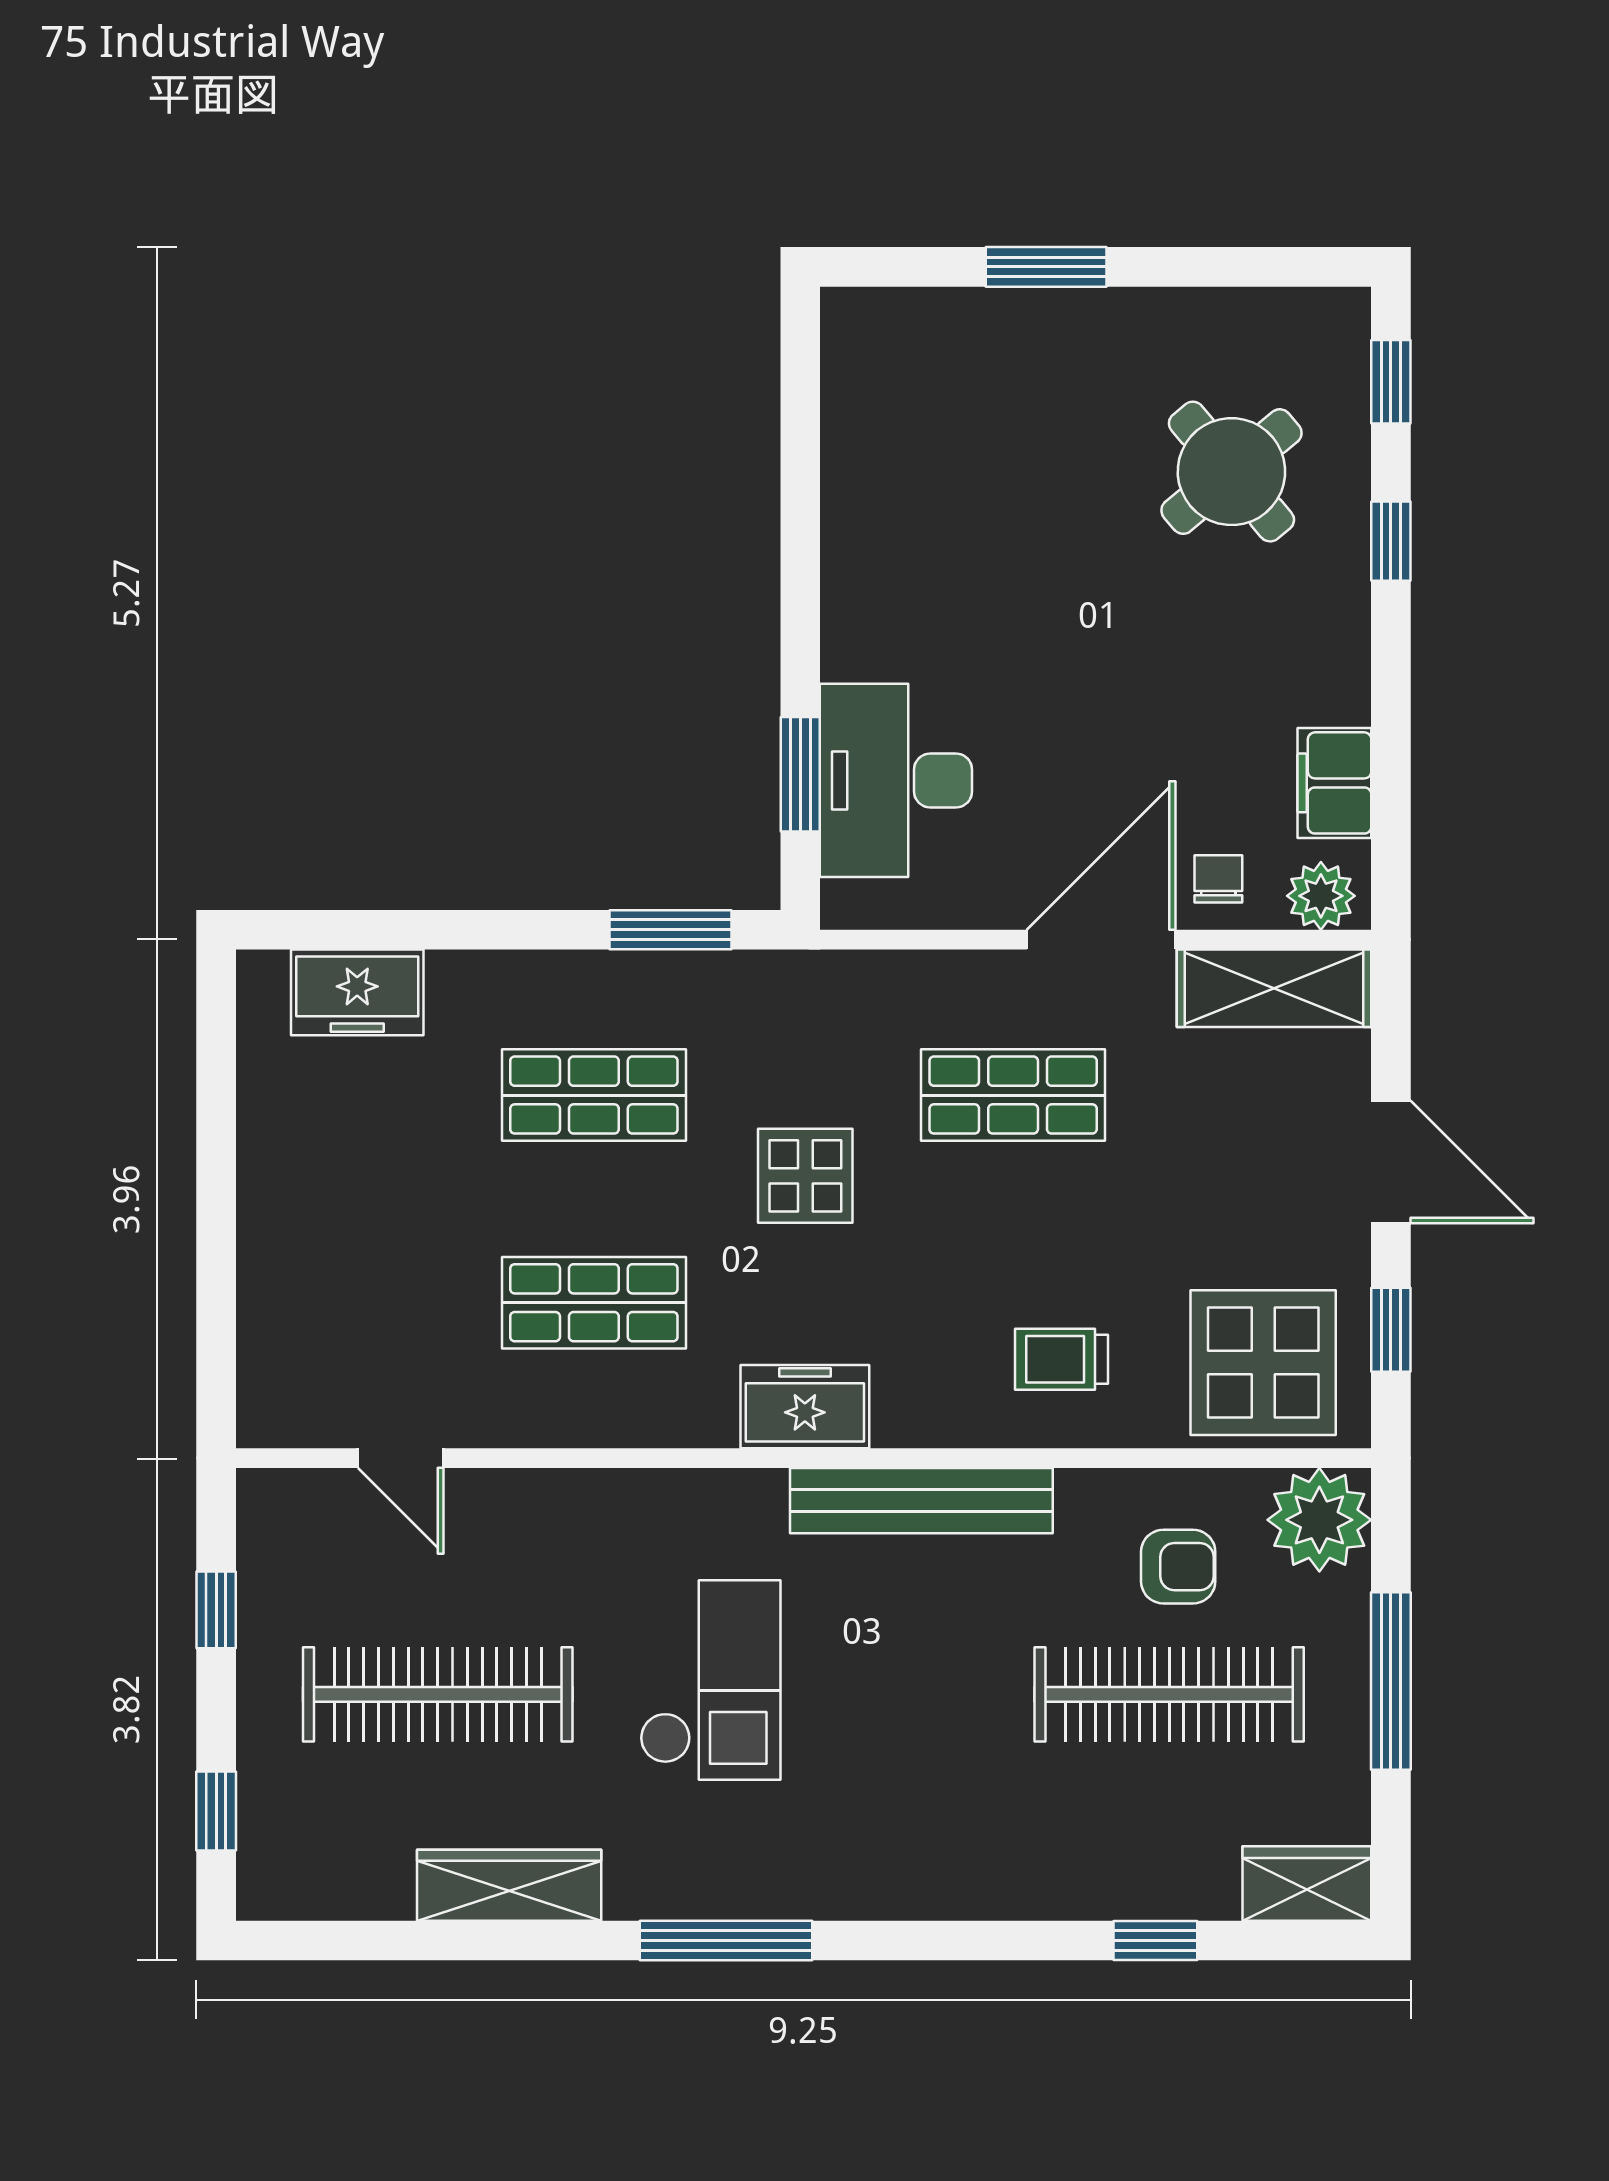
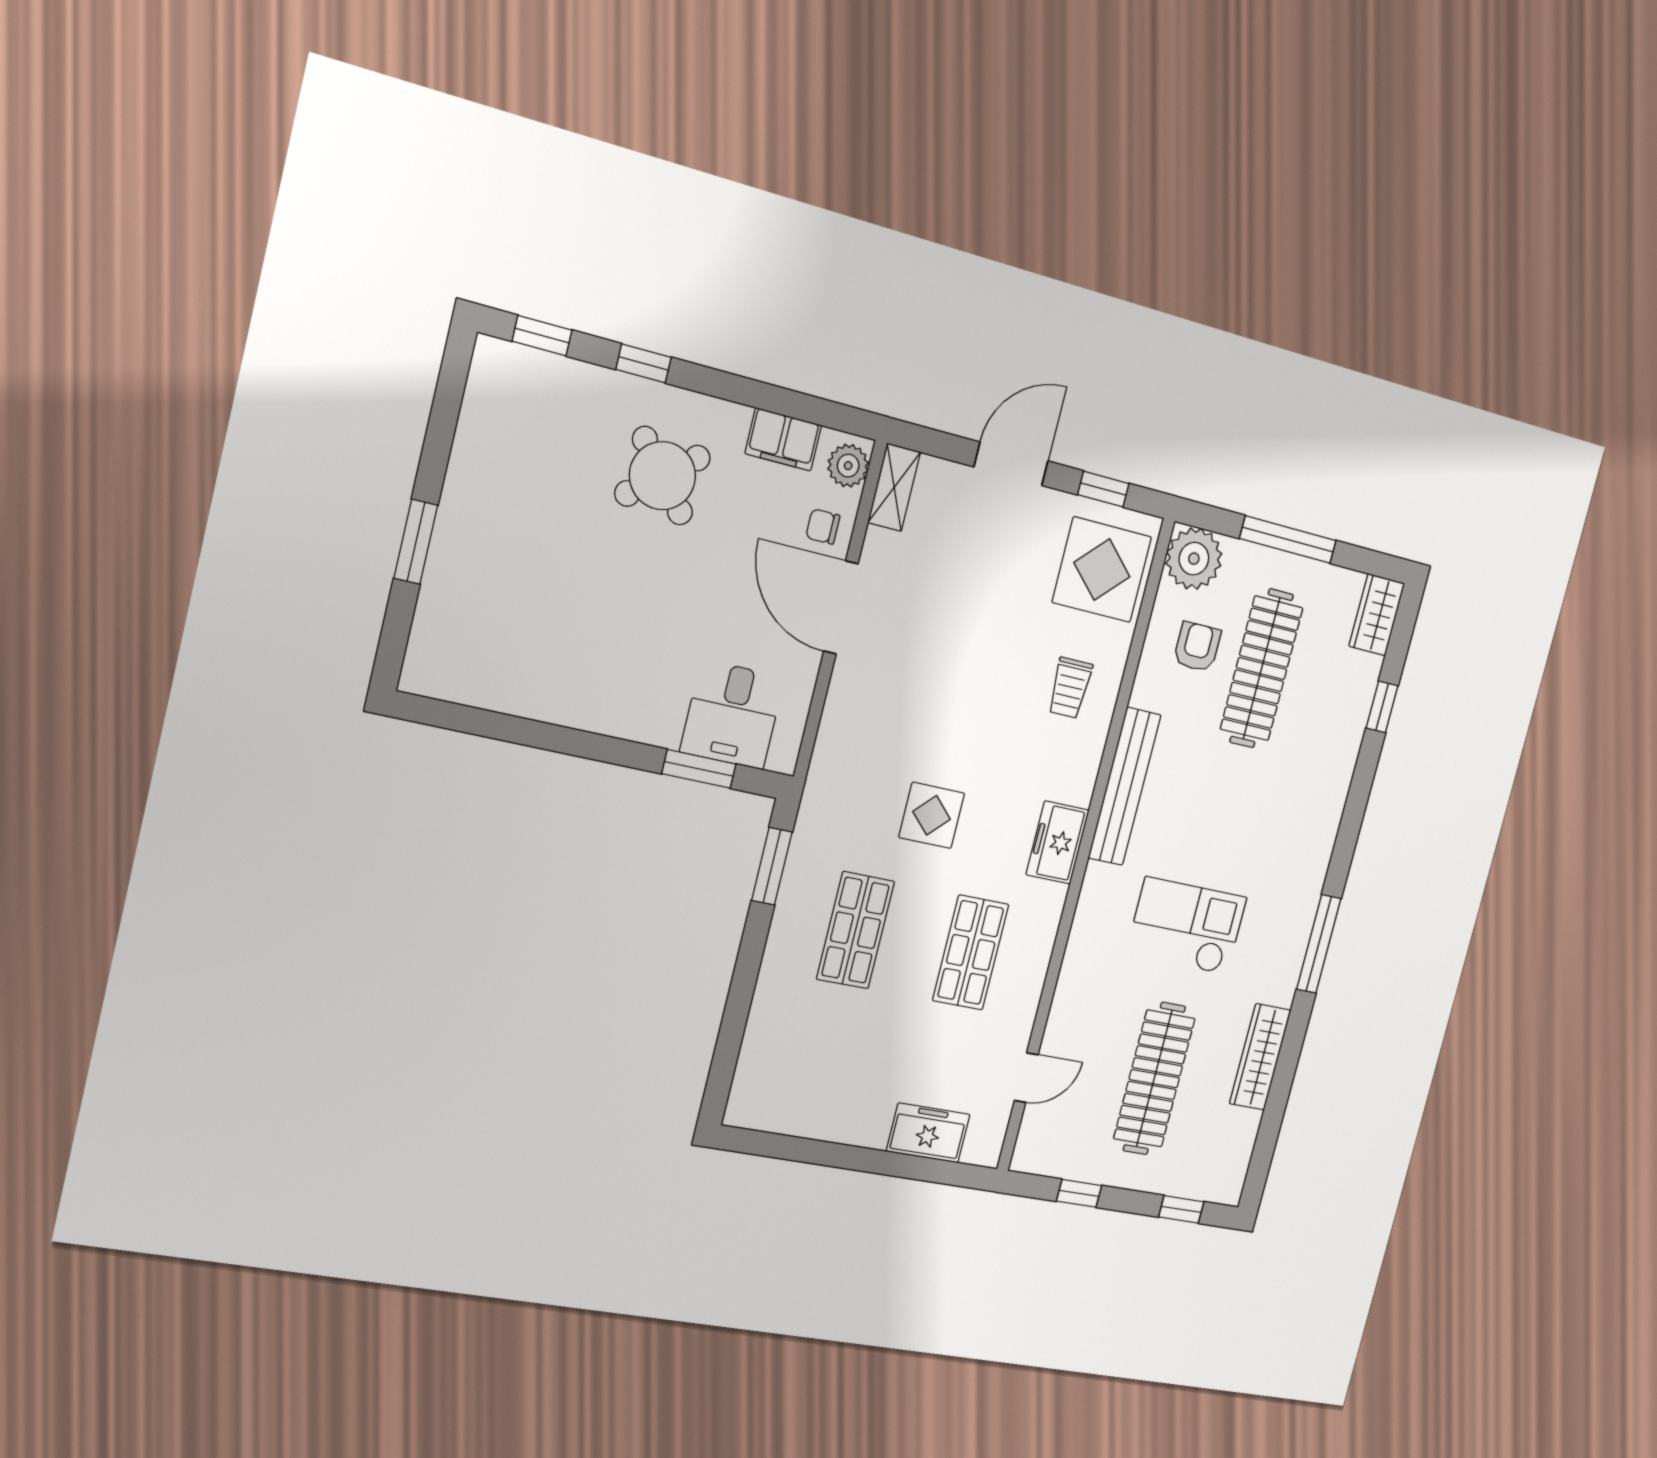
round table: (1231, 472) -> (662, 476), moved
desk: (896, 780) -> (732, 715), width x0.73
shelving: (1274, 988) -> (894, 487), width x0.67, depth x0.75
freezer: (357, 992) -> (928, 1133), moved, turned -90
shop shelf: (1013, 1095) -> (917, 682), removed

